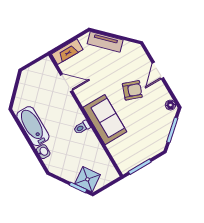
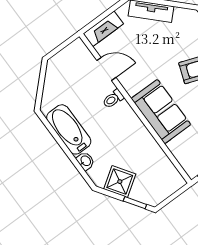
toilet: (82, 127) -> (113, 99), moved
shower: (87, 179) -> (120, 182), moved

